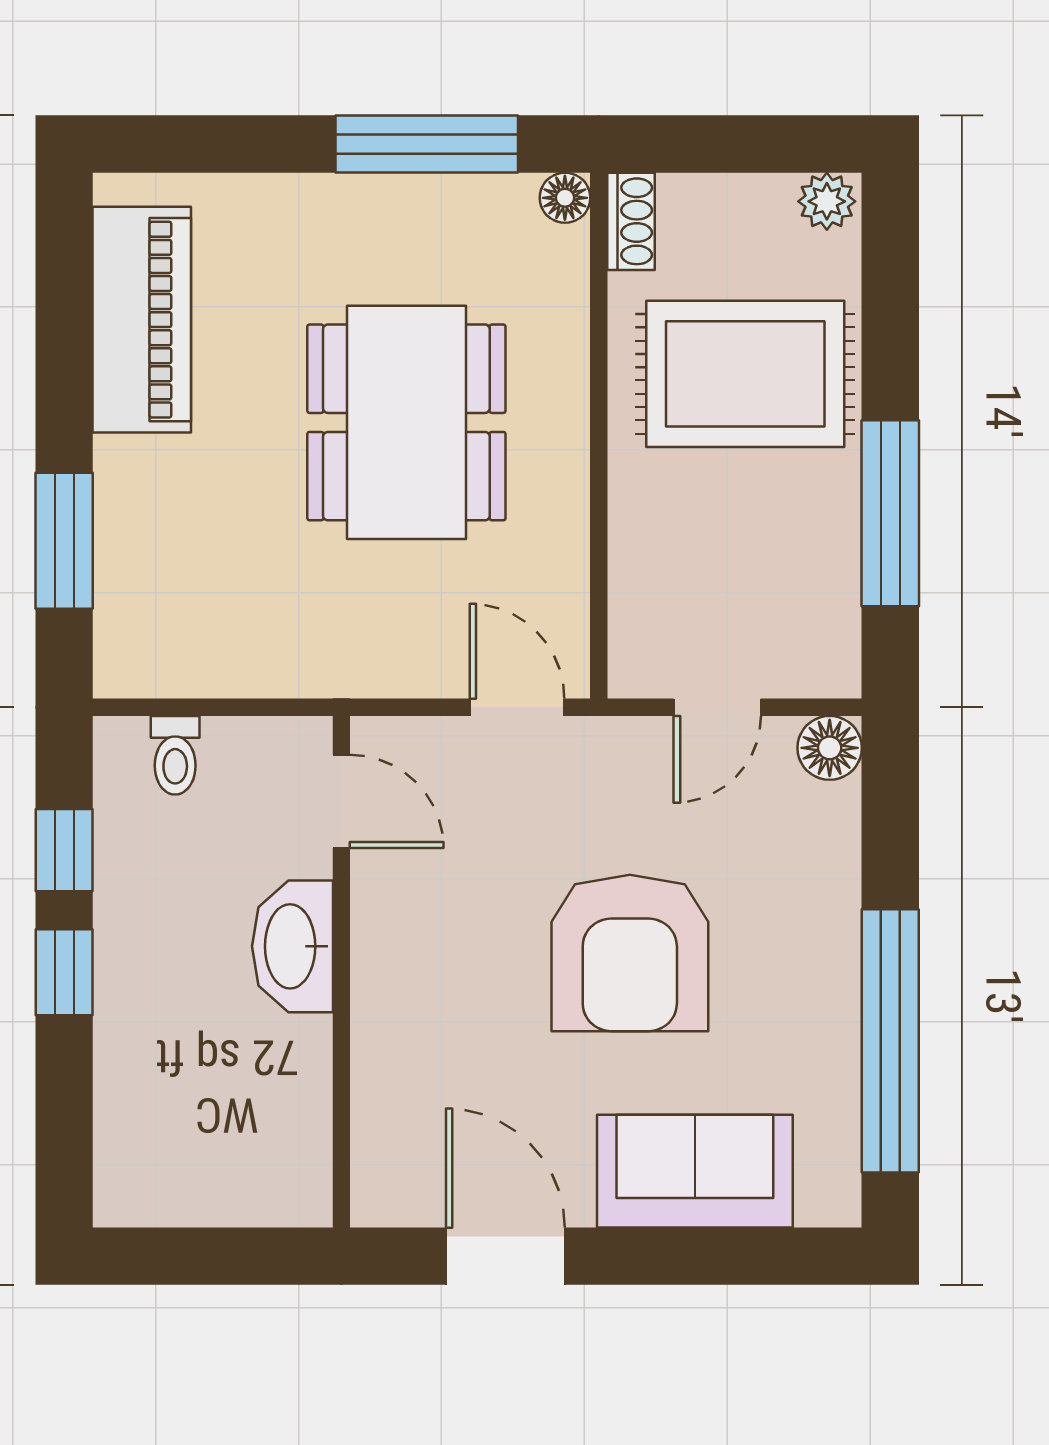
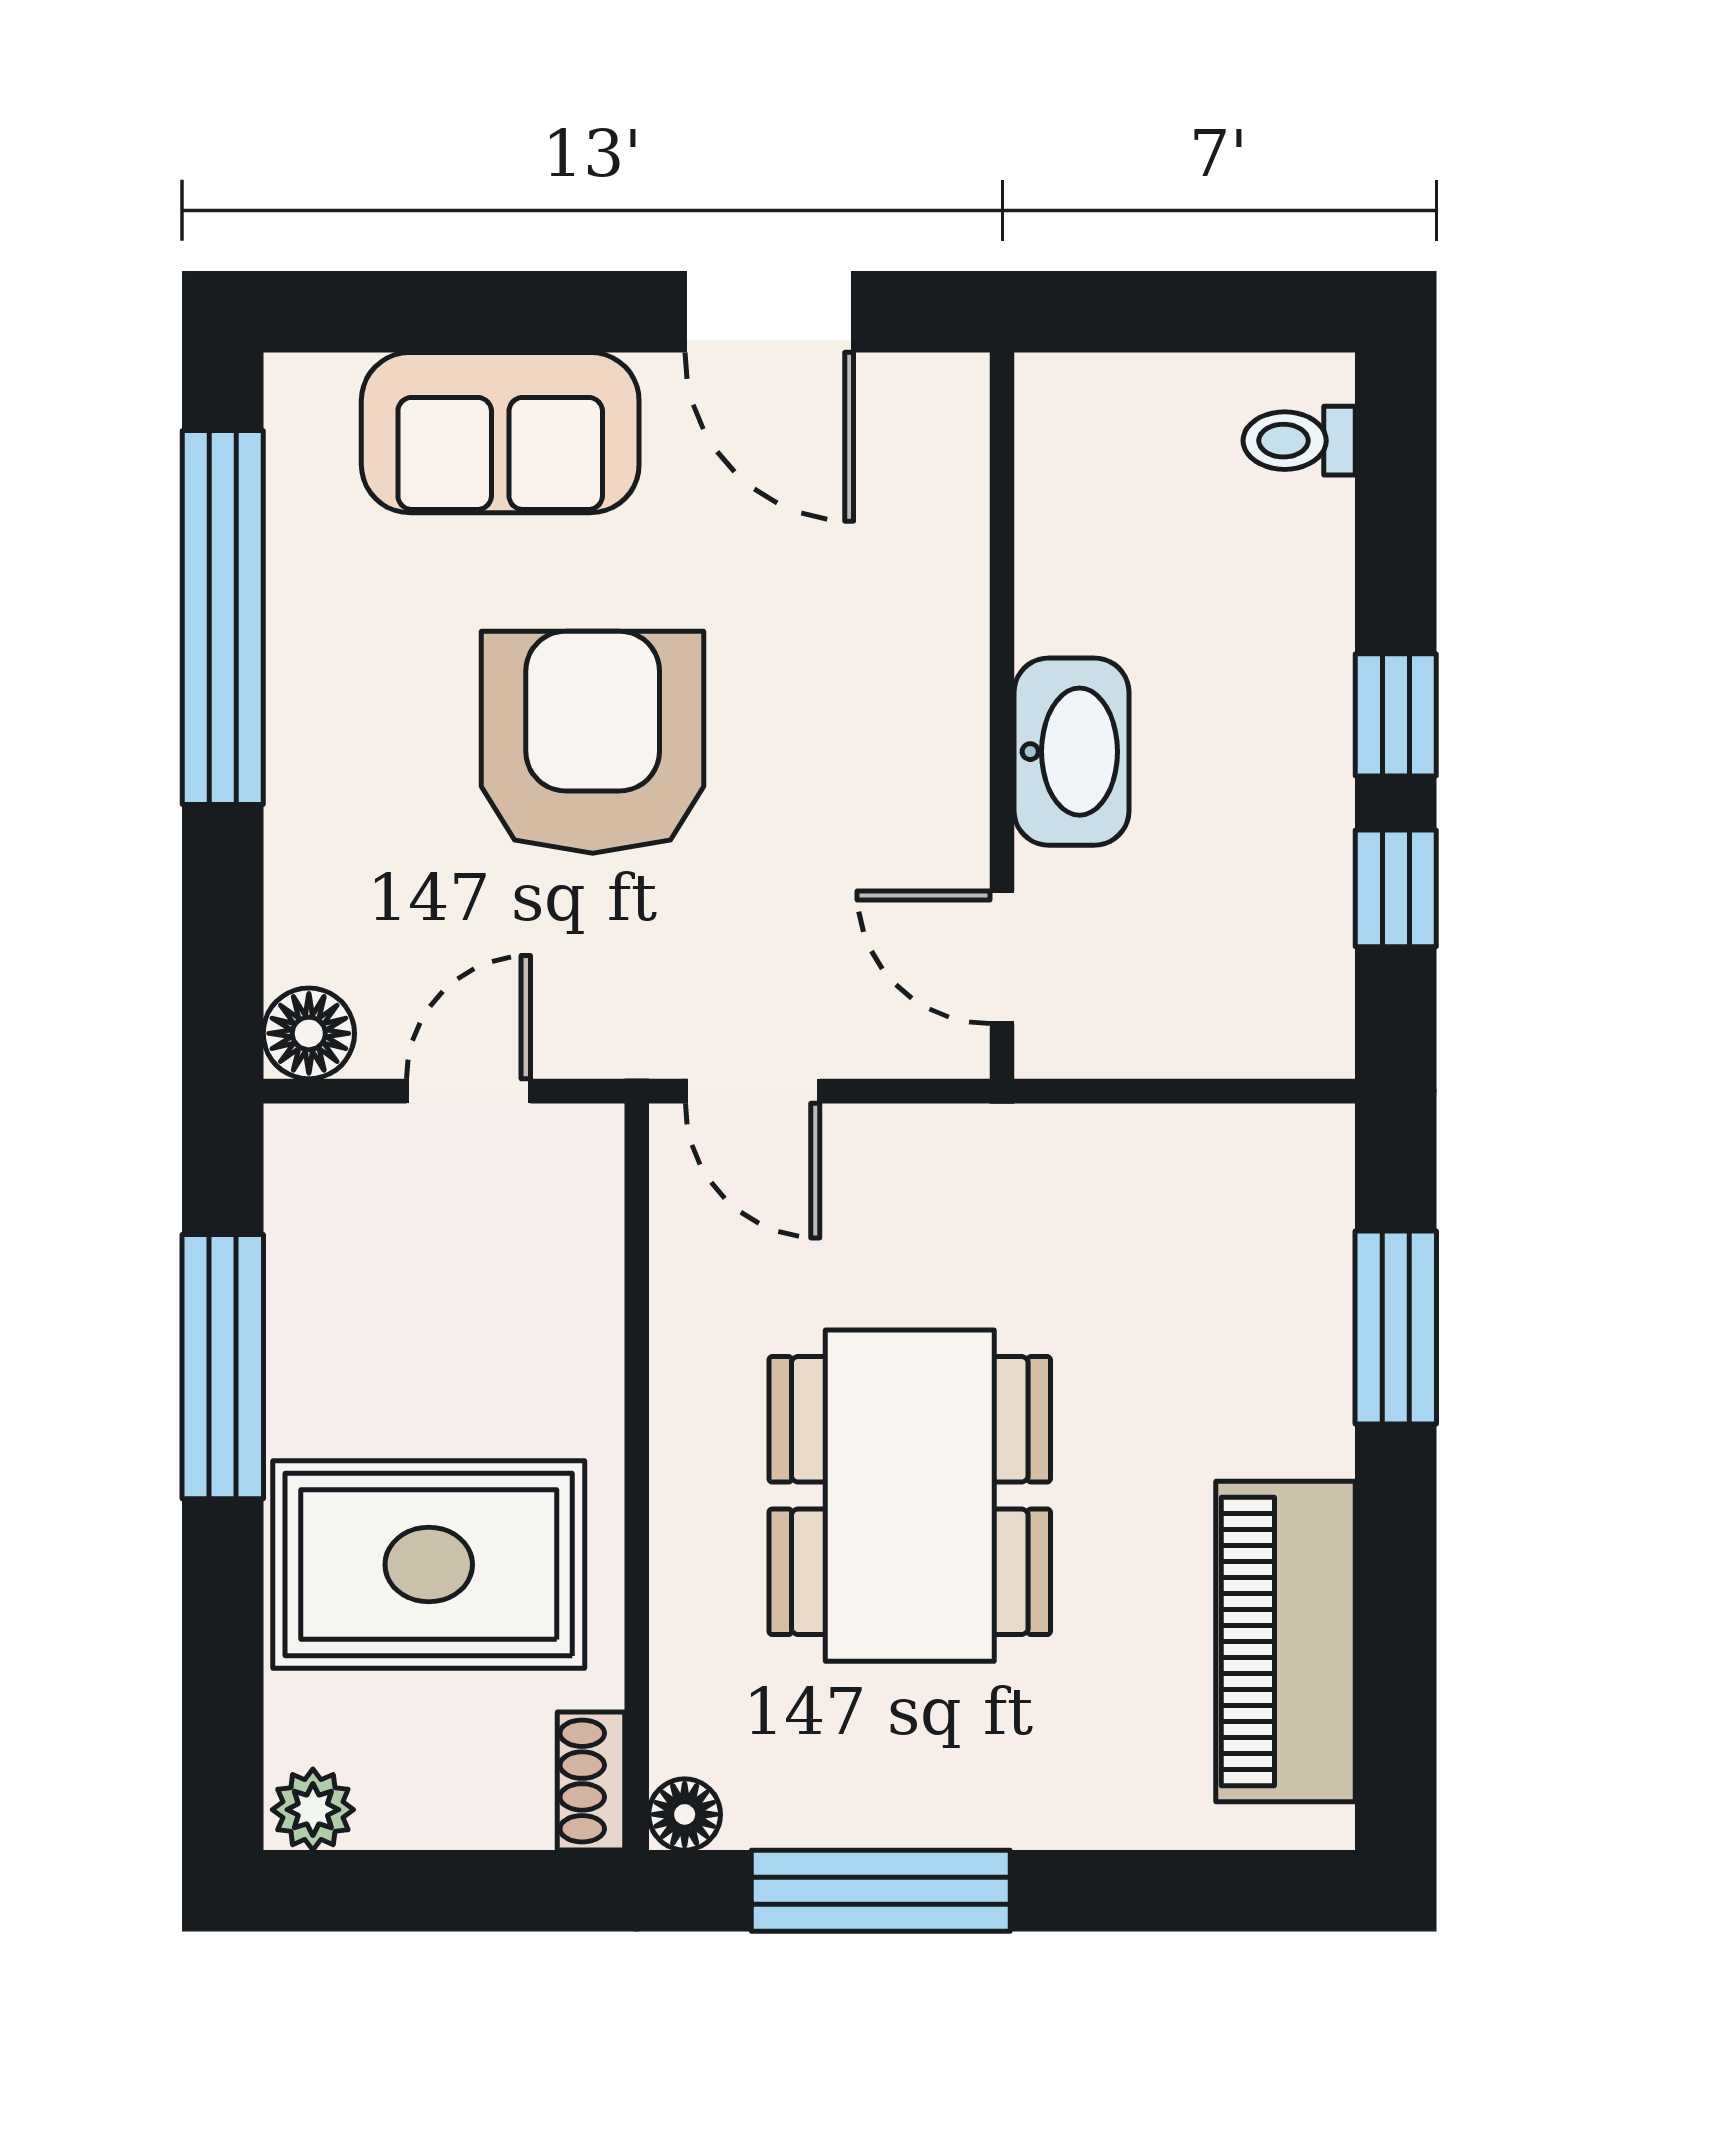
toilet: (175, 755) -> (1299, 441), moved, turned -90

